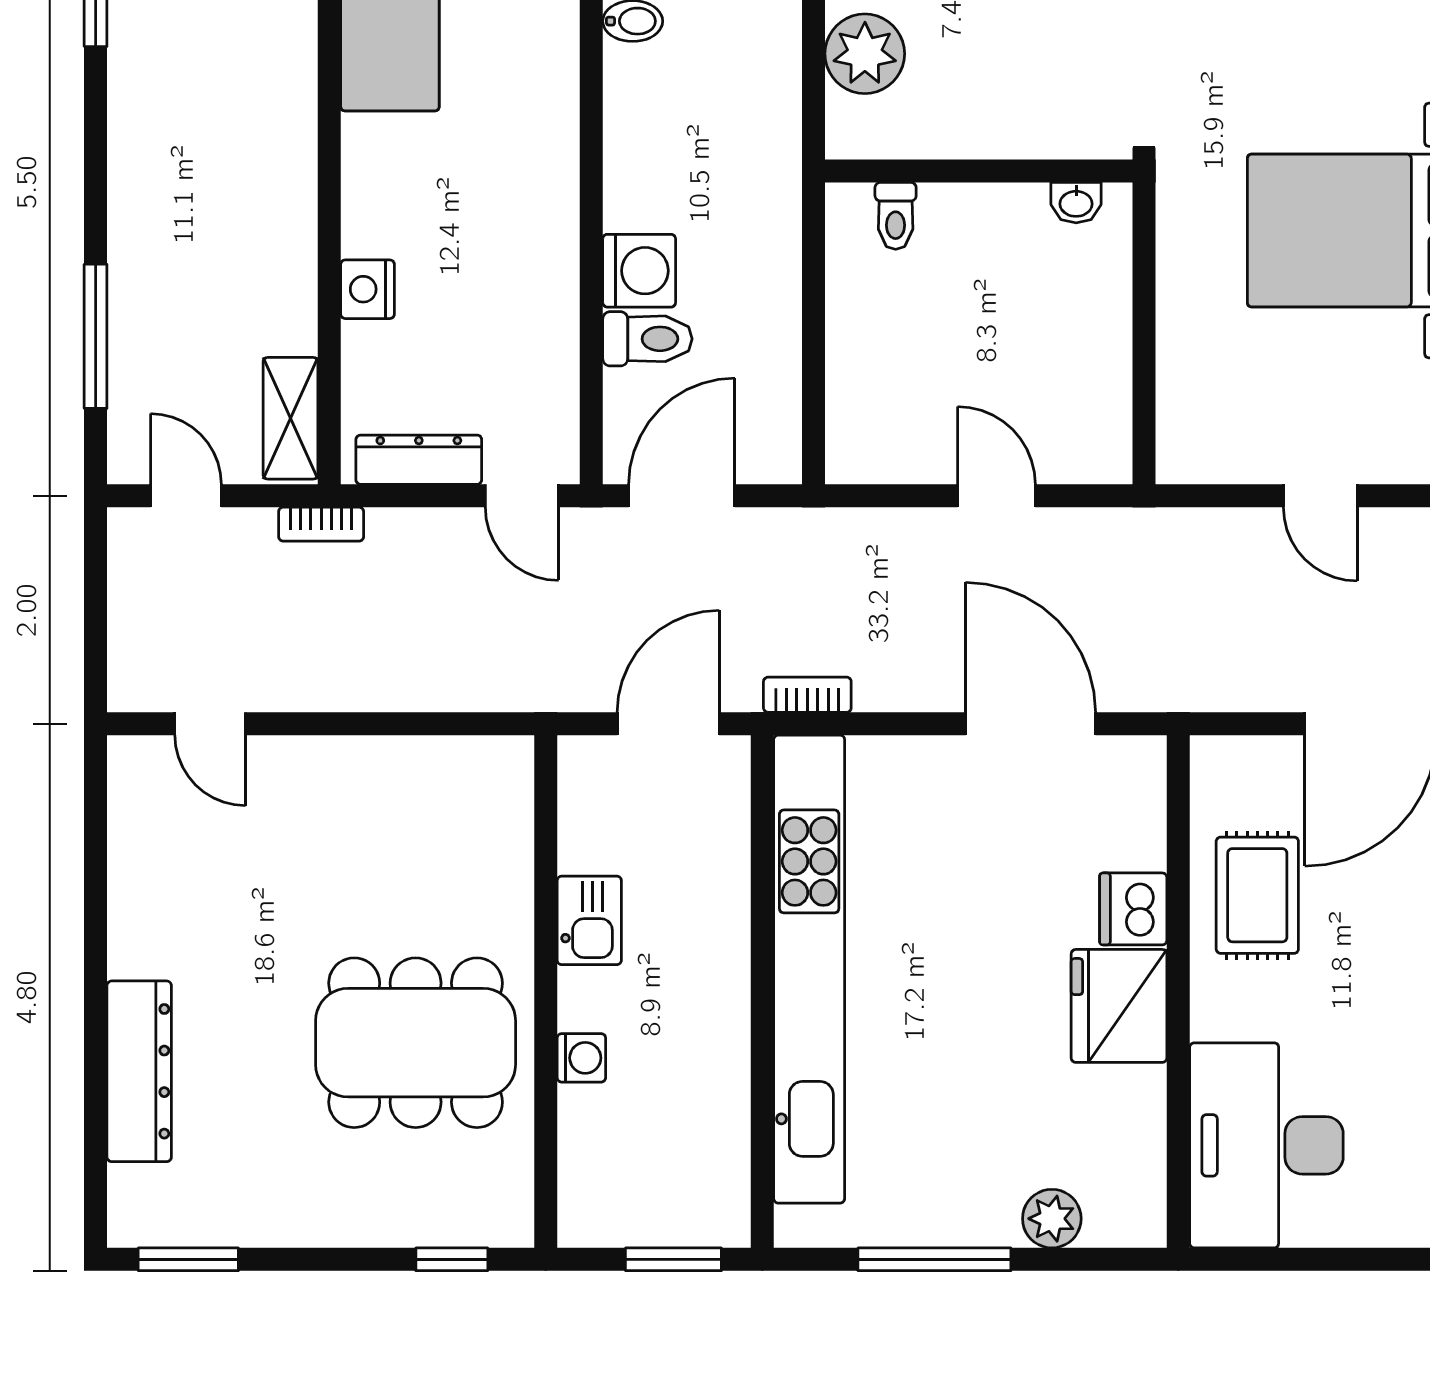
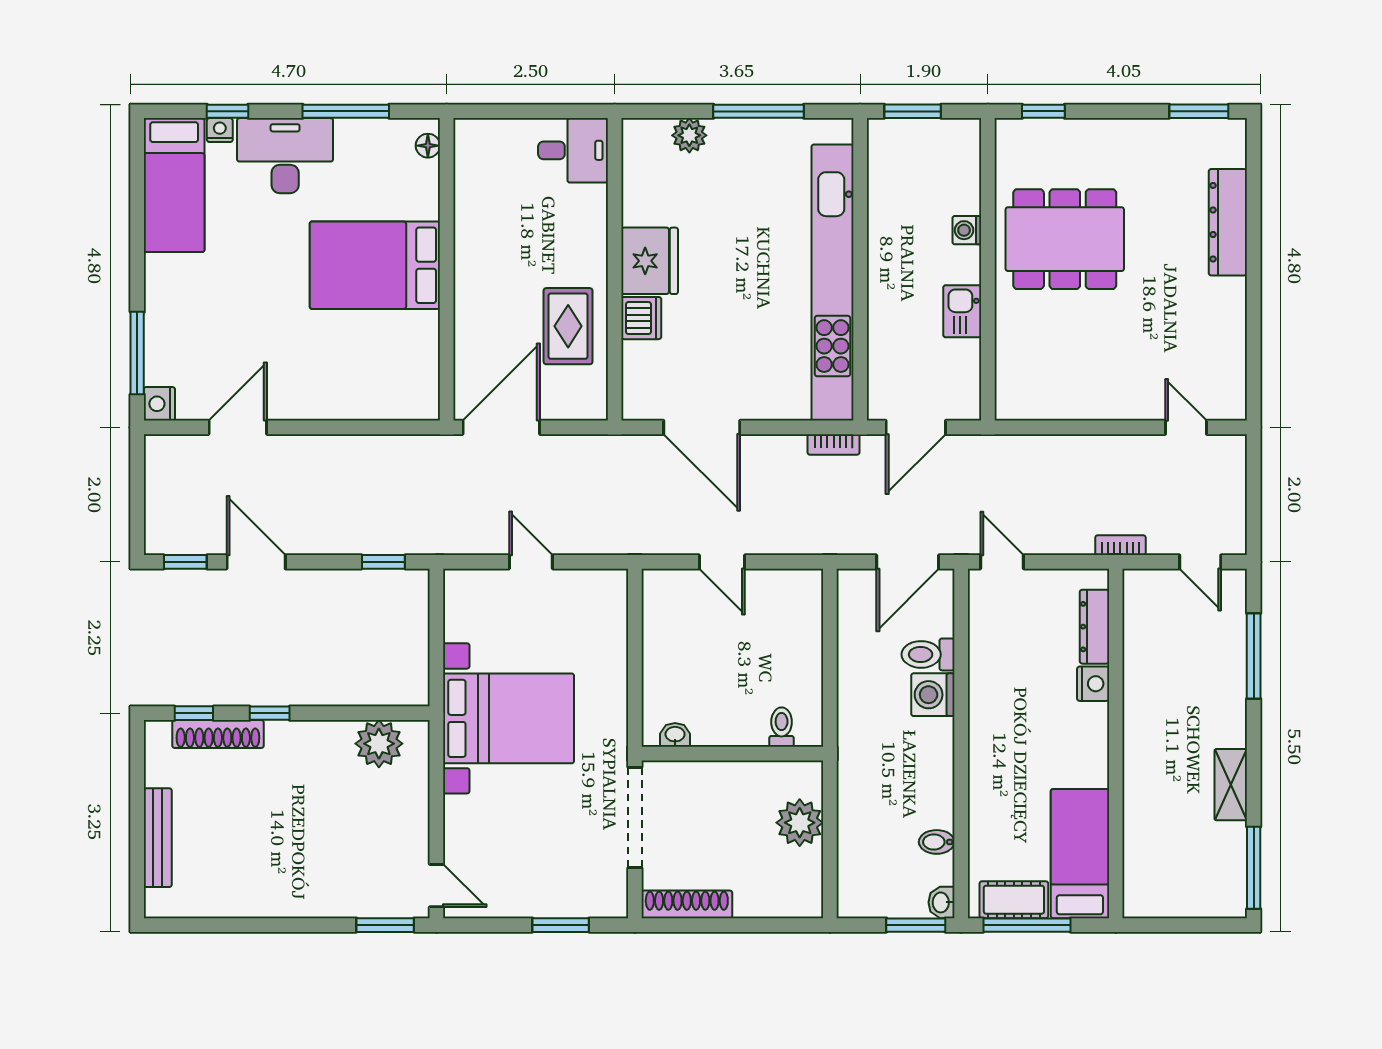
shelving: (290, 418) -> (1231, 785), moved
dresser: (419, 460) -> (1094, 627), moved, turned 90
desk: (1266, 1145) -> (573, 150), width x0.53, depth x0.77

